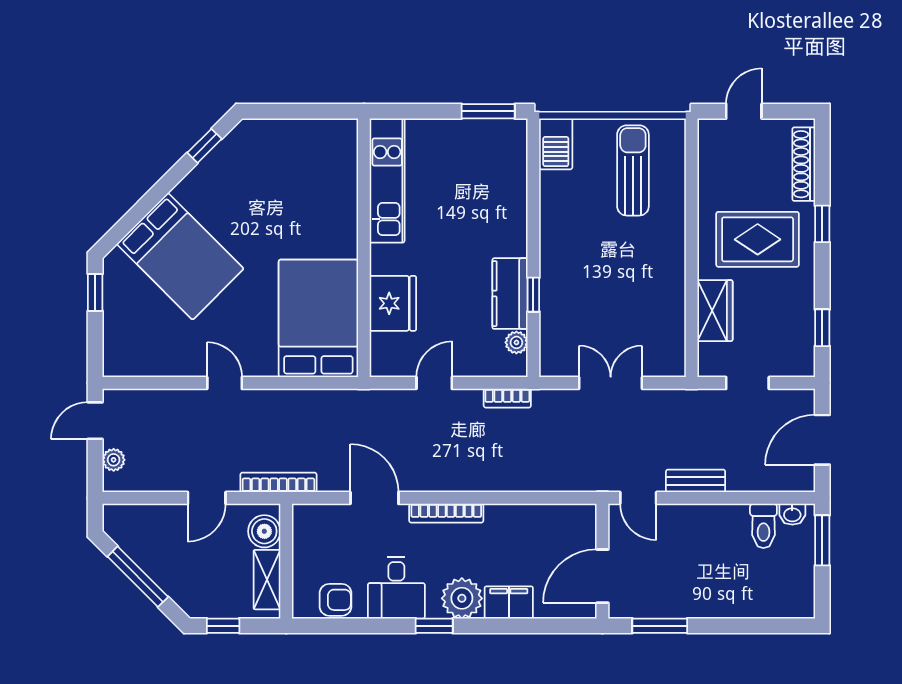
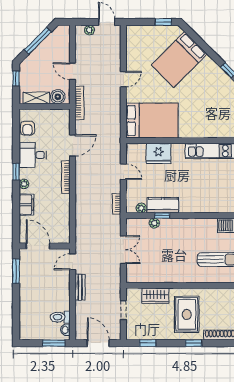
plant: (550, 313) -> (154, 223), added
plant: (462, 598) -> (24, 184), width x0.53, depth x0.53

